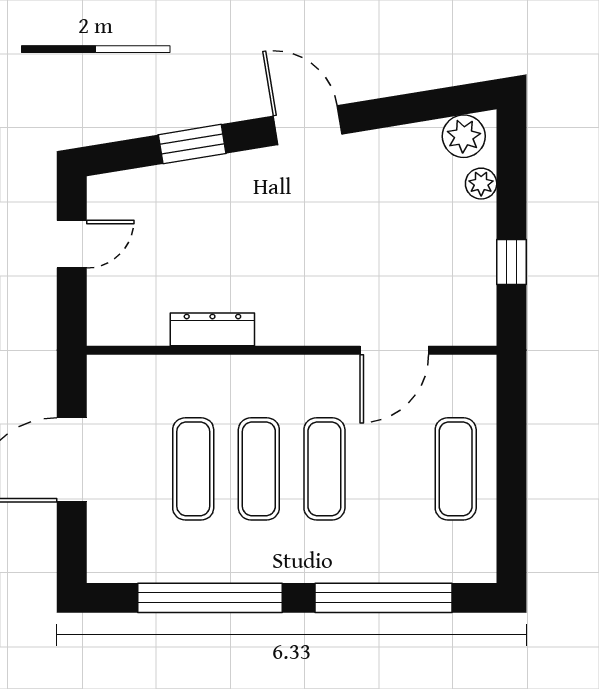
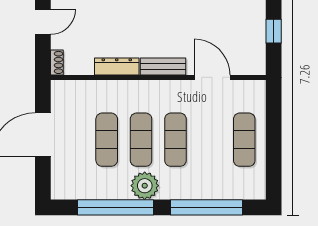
shoe rack: (98, 322) -> (57, 62), added
bench: (301, 329) -> (163, 66), added
door: (394, 350) -> (212, 77), swing flipped
plant: (266, 557) -> (145, 186), added

